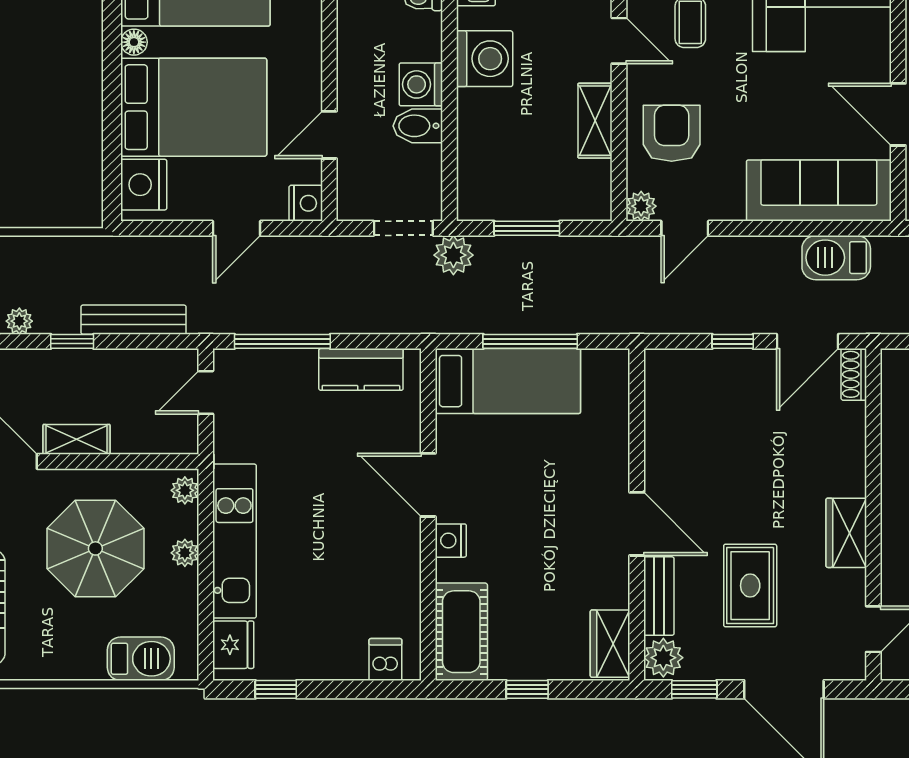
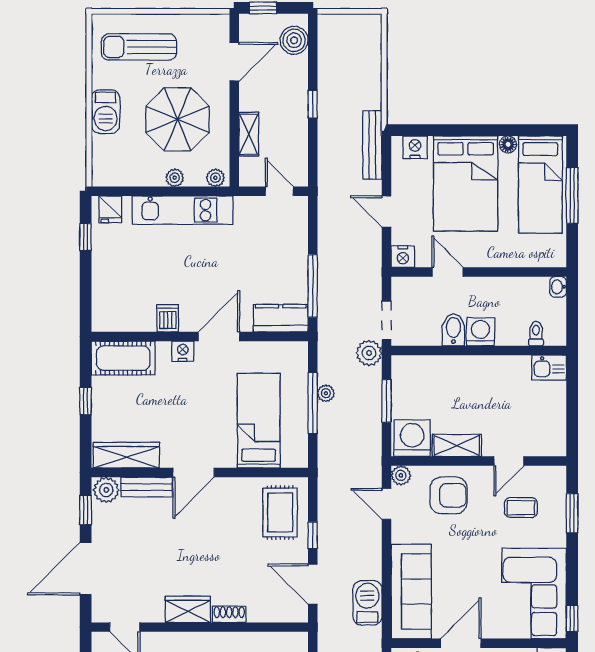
washing machine: (485, 59) -> (412, 438), moved, turned 180
nightstand: (144, 185) -> (415, 147), width x0.74, depth x0.75
bench: (134, 320) -> (372, 145), moved
plant: (19, 321) -> (326, 393), moved
window: (282, 341) -> (313, 286), moved
kitchen counter: (361, 369) -> (281, 318), moved, turned 90
shoe rack: (854, 374) -> (229, 614), moved
bed: (508, 381) -> (259, 421), moved, turned 180
shelving: (77, 439) -> (249, 134), moved
rug: (750, 586) -> (280, 513), moved, turned 90
wardrobe: (610, 644) -> (126, 455), width x1.50
fridge: (233, 645) -> (110, 209), width x0.72
barbecue: (141, 659) -> (106, 112), moved
dishwasher: (385, 659) -> (168, 318), moved, turned -90

